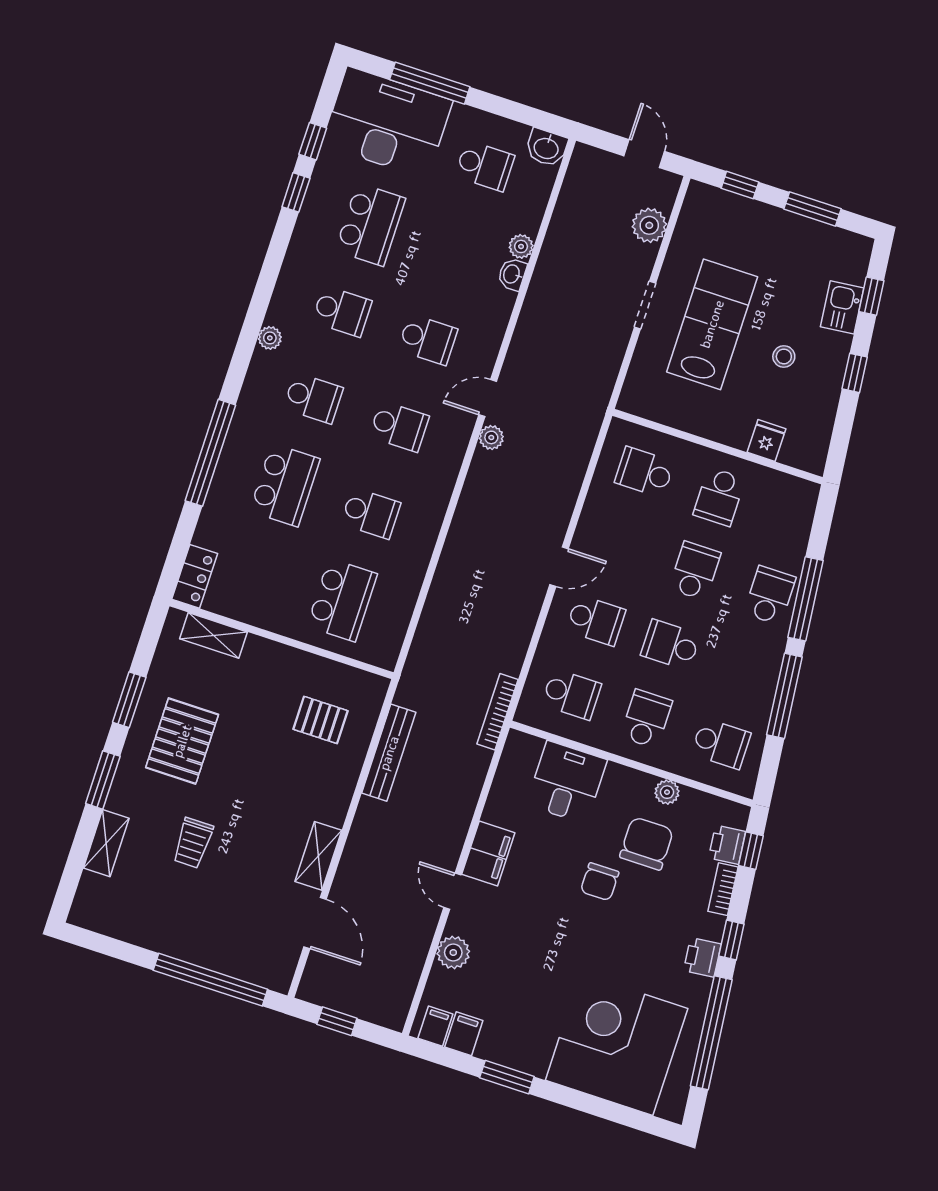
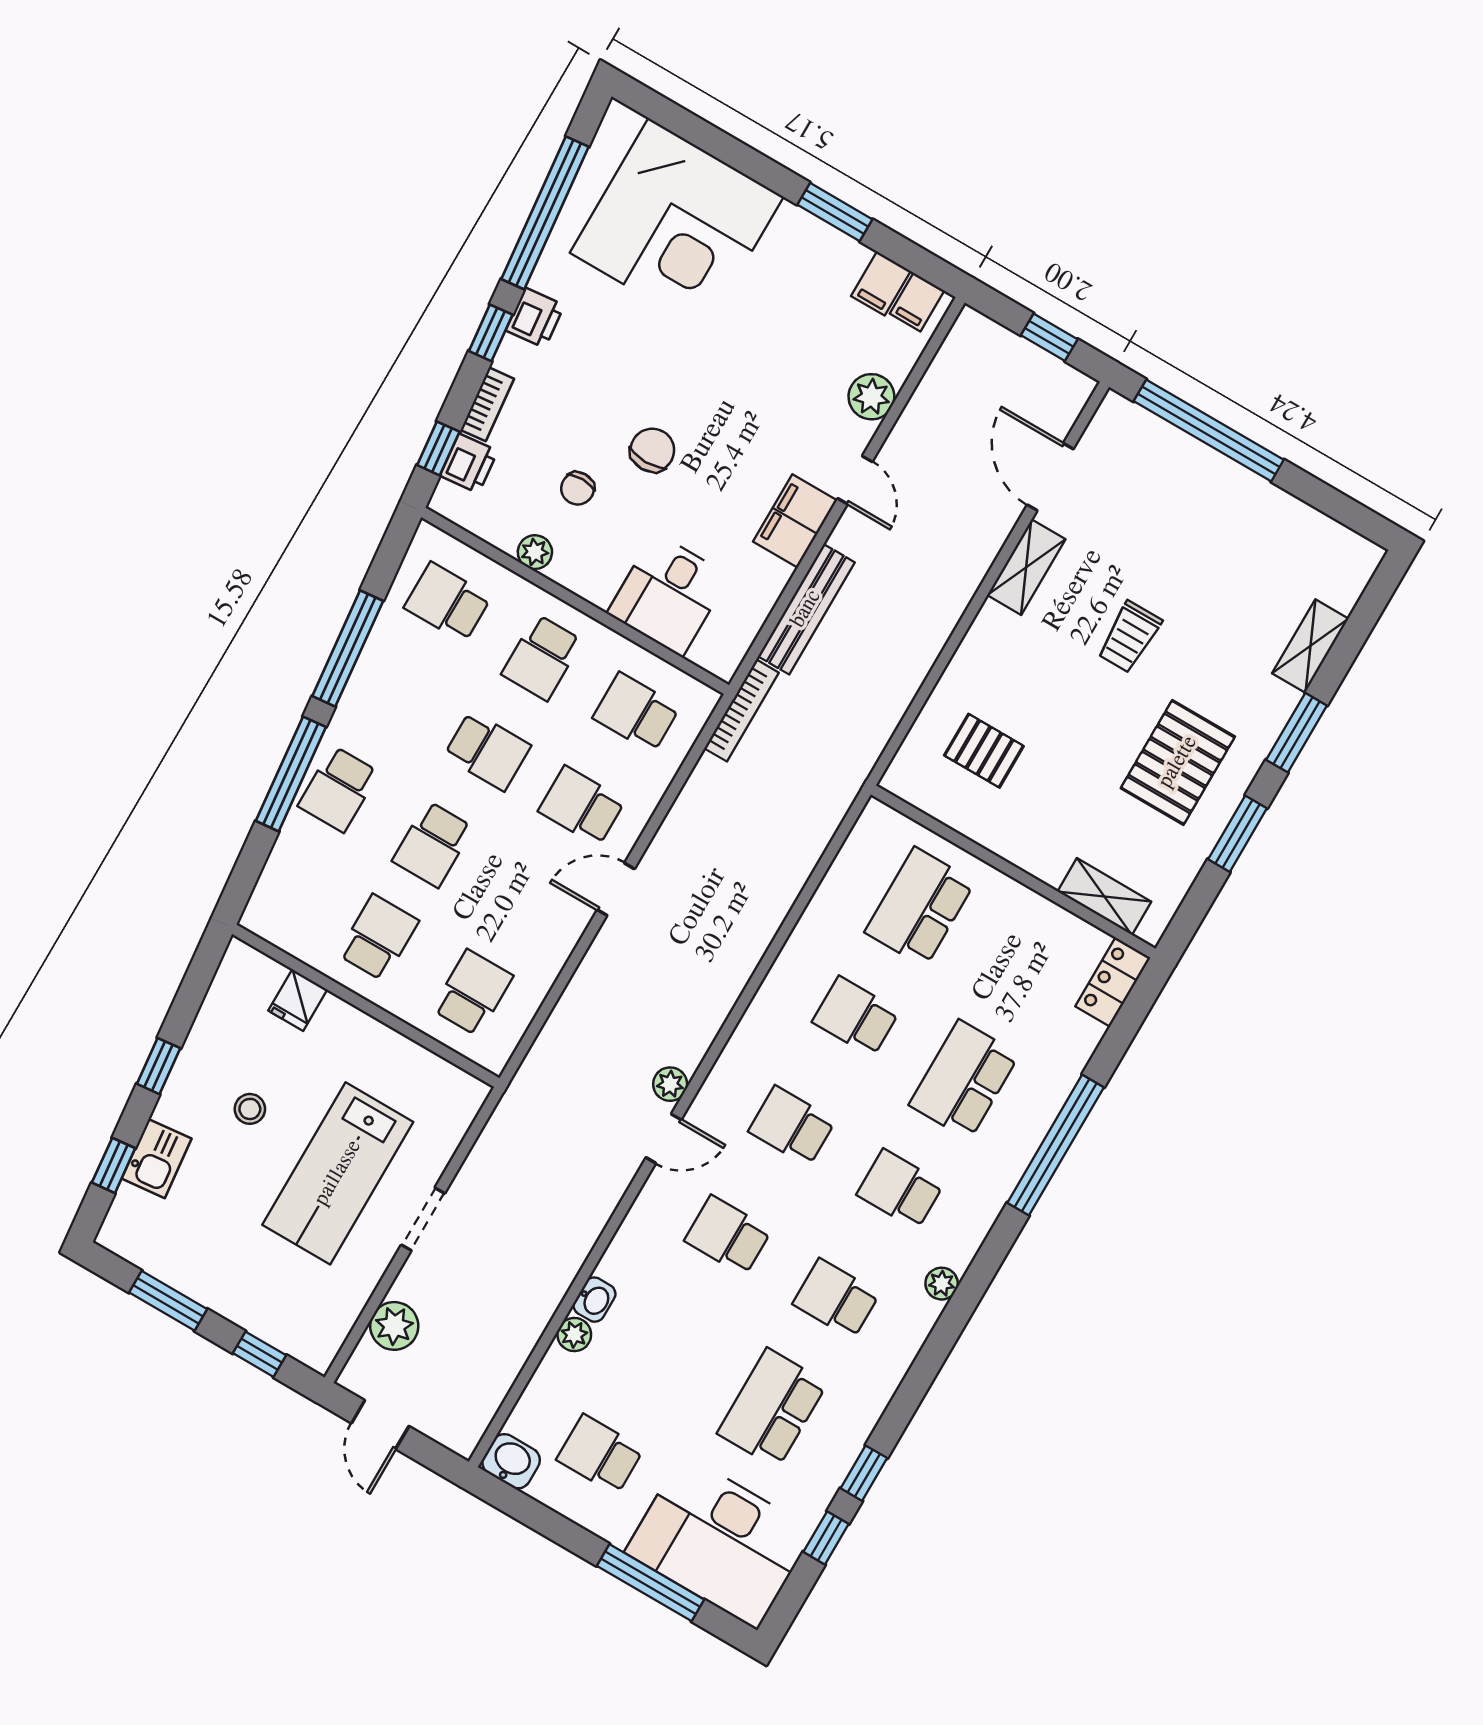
school desk: (644, 472) -> (472, 993), turned -90
bench: (389, 753) -> (806, 609), moved
trolley: (193, 843) -> (1129, 637), moved, turned 180
chair: (647, 843) -> (578, 488), width x0.54, depth x0.54

